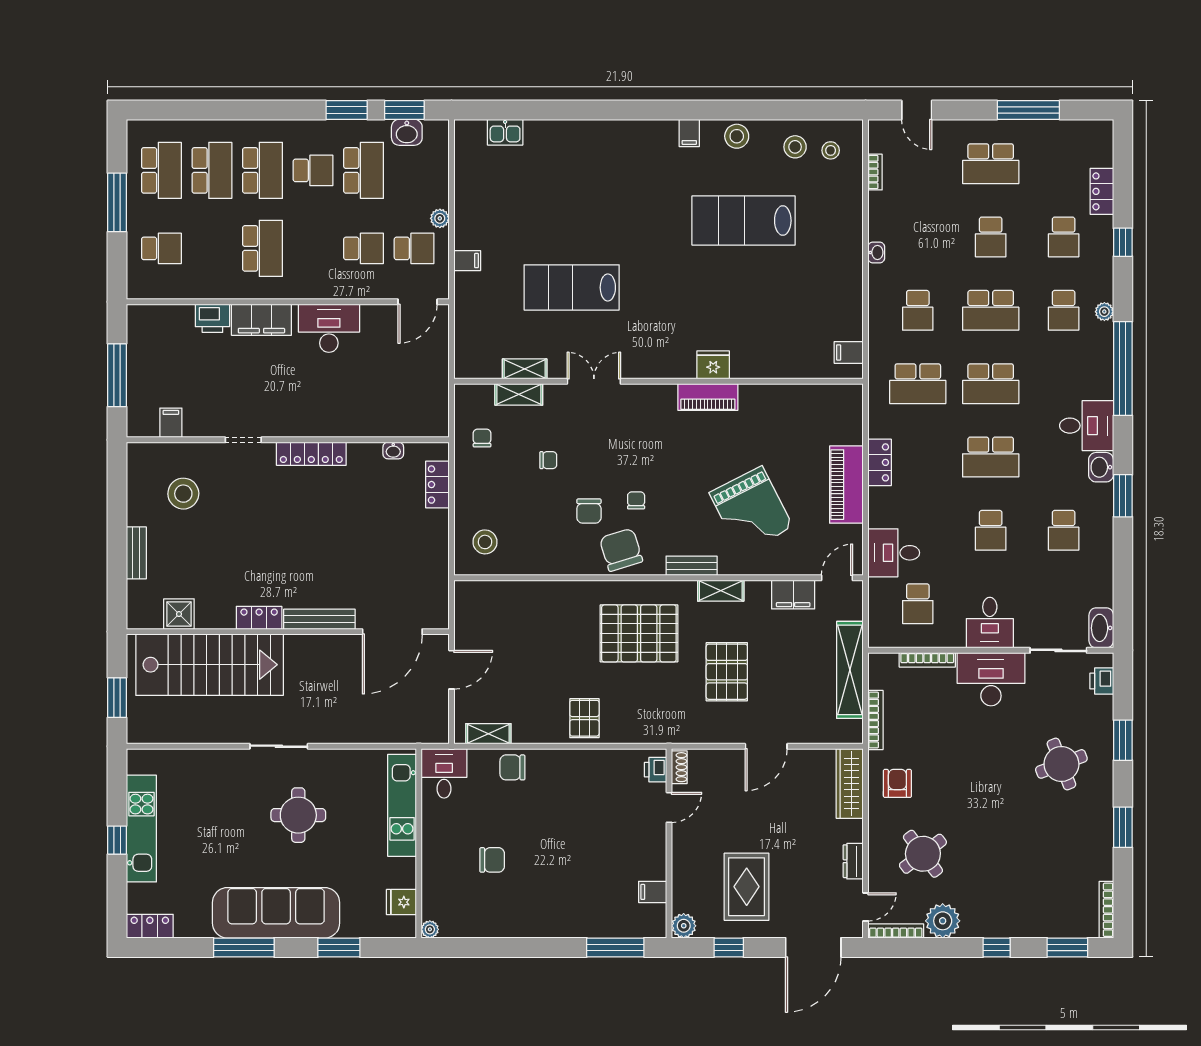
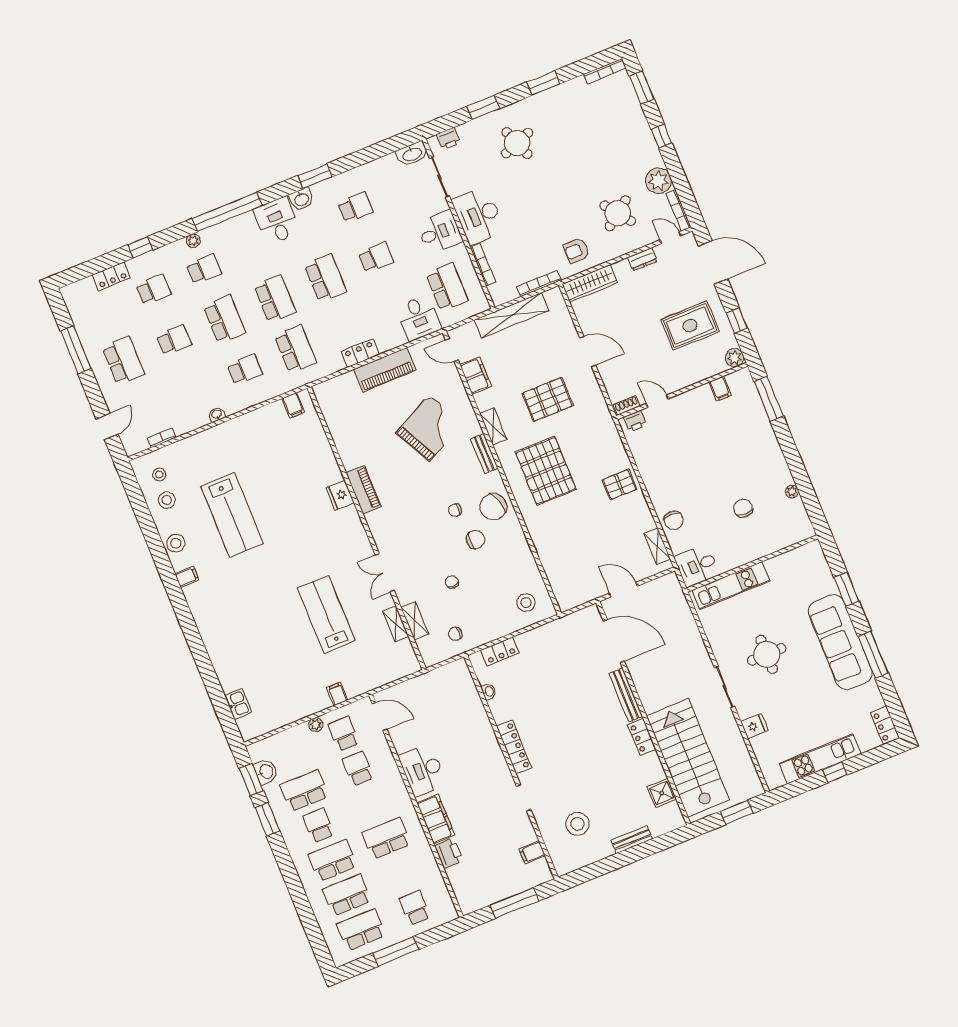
lab bench: (572, 287) -> (326, 614), turned 180
school desk: (918, 604) -> (447, 287), width x1.85
fridge: (401, 902) -> (755, 726), moved, turned -90
plant: (430, 929) -> (792, 491), moved

